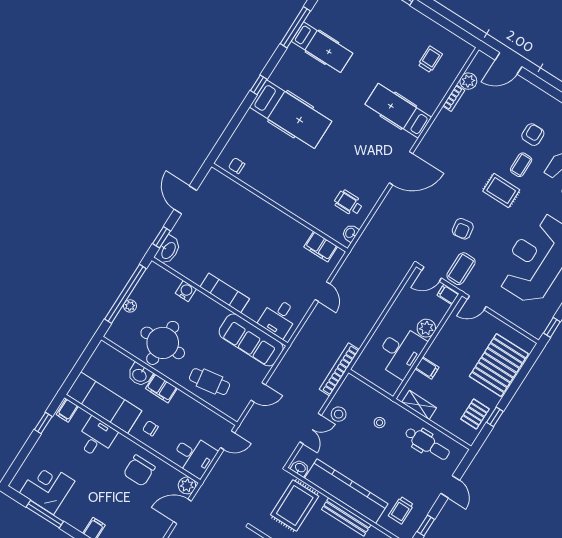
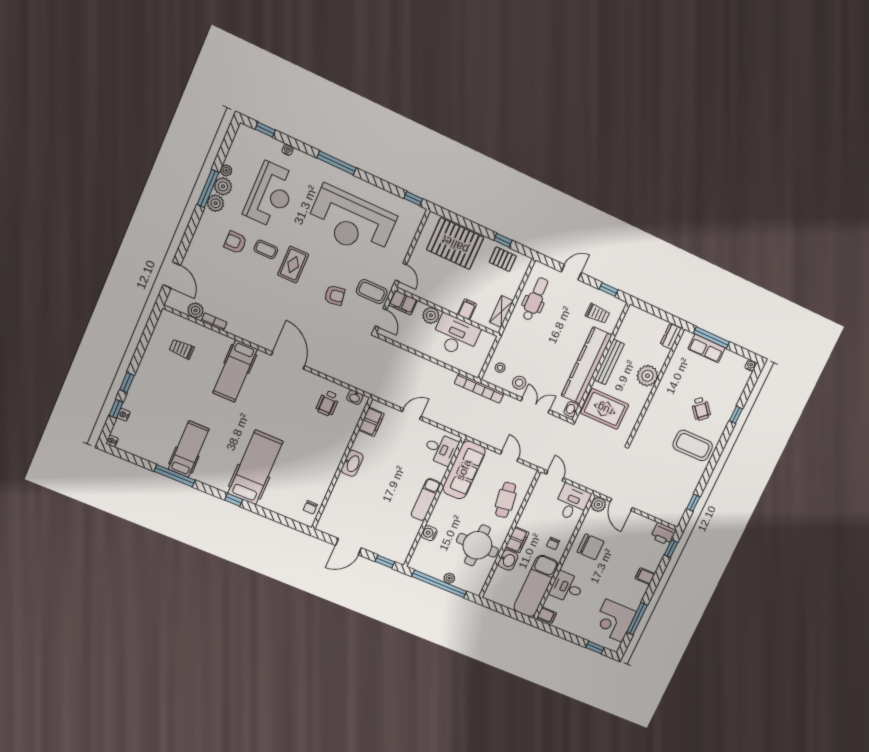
washbasin: (168, 250) -> (352, 463), moved, turned 90
filing cabinet: (448, 294) -> (403, 303), width x2.00
window: (43, 423) -> (595, 647), moved
stool: (380, 423) -> (500, 368), moved

